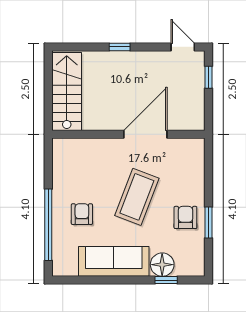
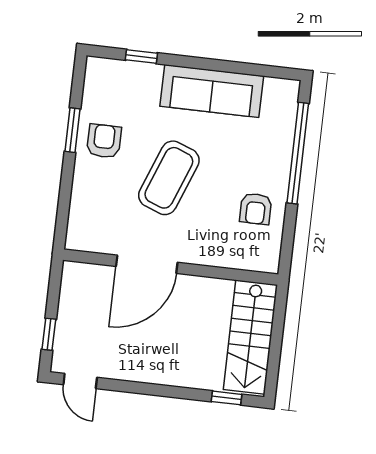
window: (120, 47) -> (227, 398), moved
armchair: (82, 214) -> (256, 209), moved
armchair: (185, 217) -> (104, 141), turned 180
floor lamp: (162, 265) -> (144, 79), removed

